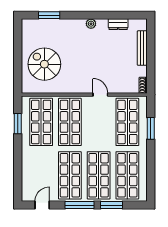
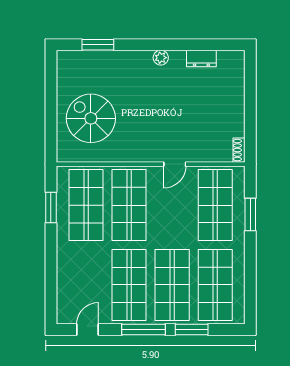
bench: (142, 48) -> (238, 94), removed
door: (100, 95) -> (175, 164), swing flipped

